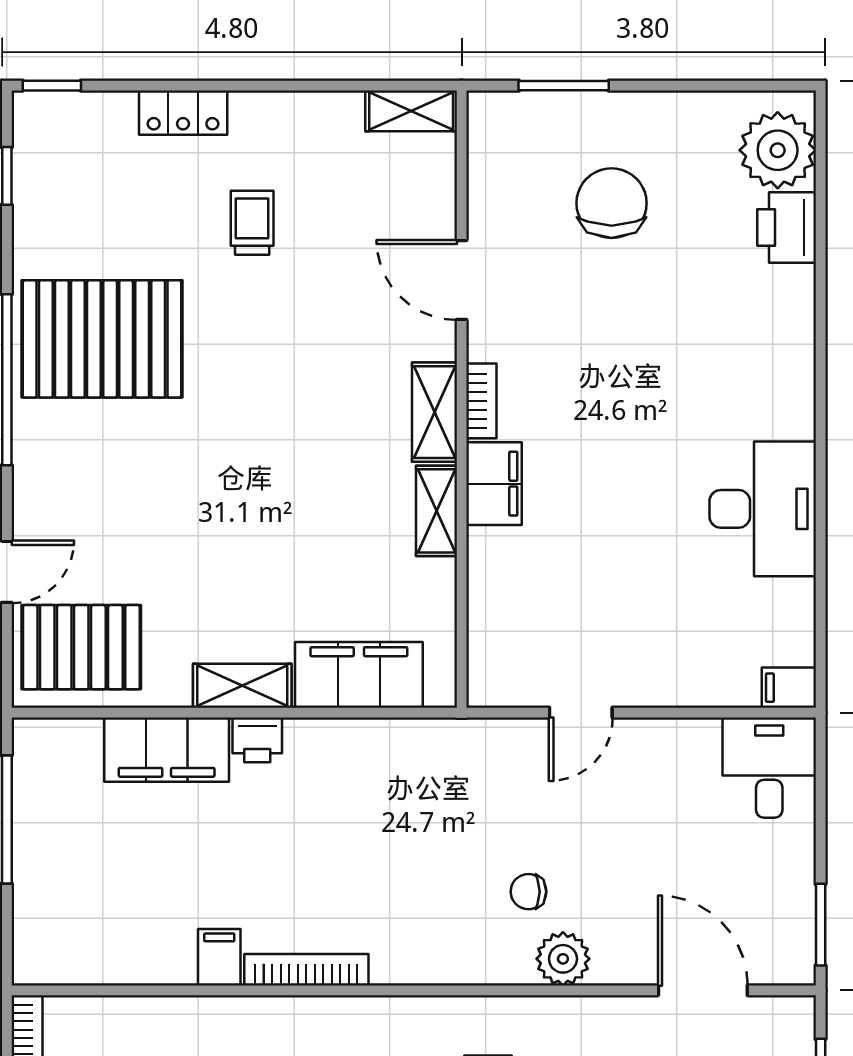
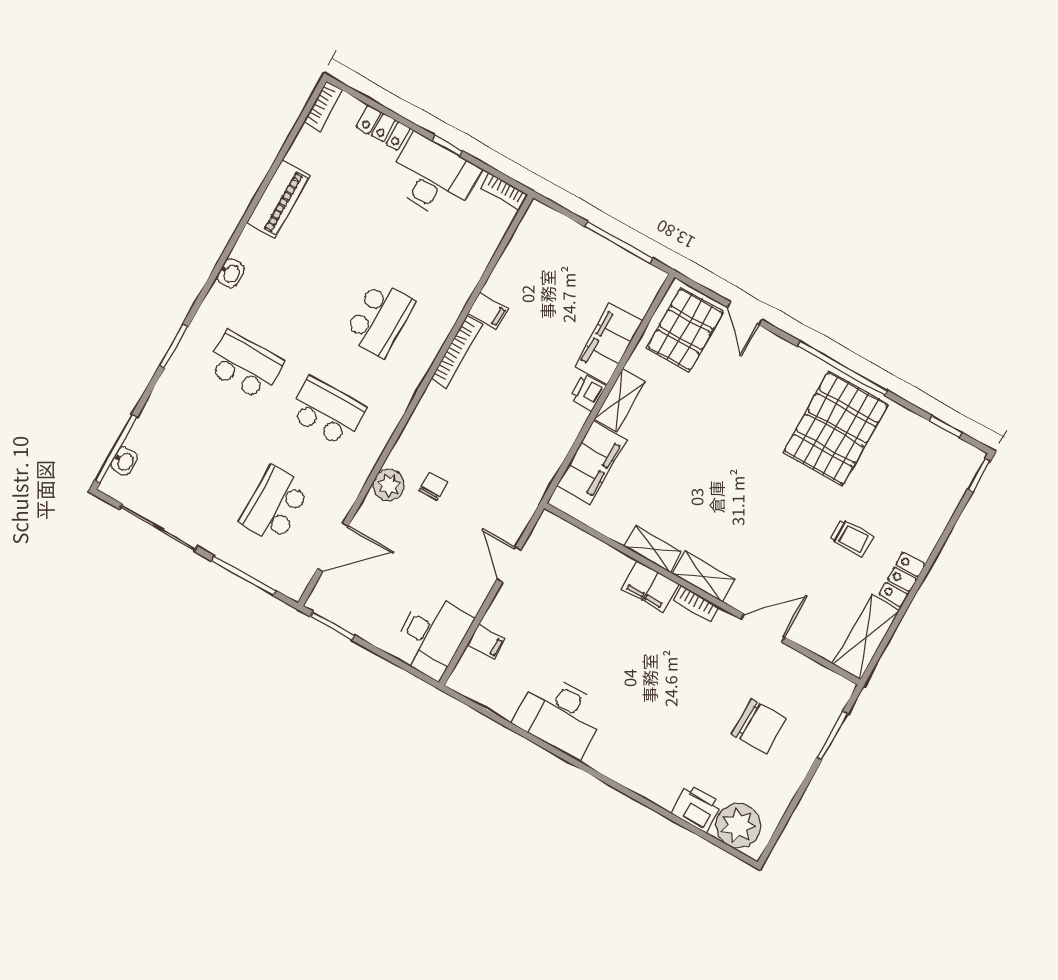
shelving: (411, 111) -> (866, 637), width x1.50, depth x1.33
locker: (183, 113) -> (902, 580), moved
filing cabinet: (789, 688) -> (487, 642), moved, turned 90
desk: (769, 768) -> (432, 636), width x1.37

